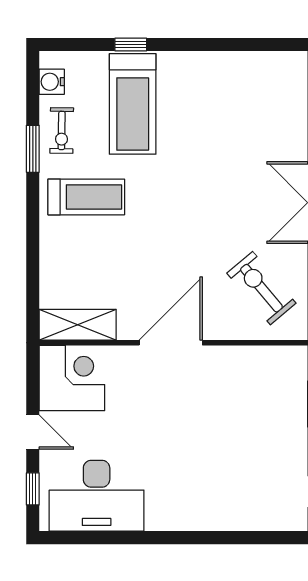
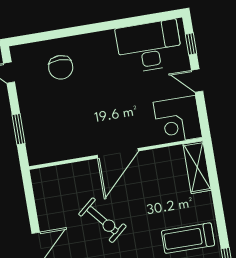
exercise bike: (261, 288) -> (102, 220), moved
shelving: (78, 325) -> (197, 167), moved, turned 90
chair: (235, 487) -> (61, 67), added

